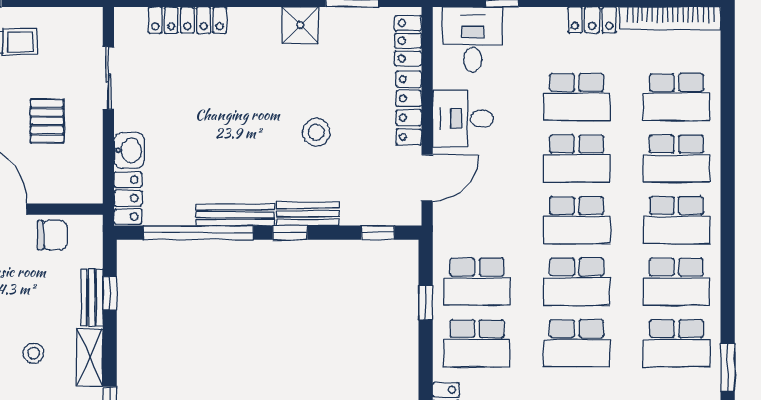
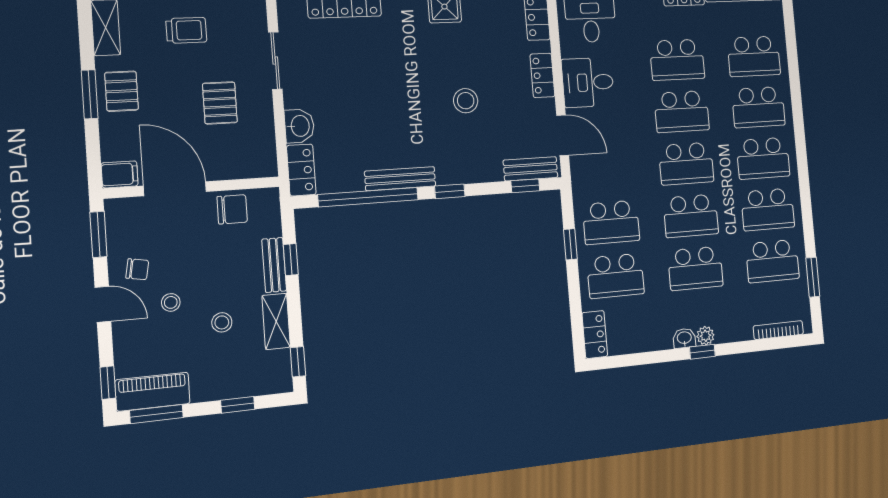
locker: (409, 108) -> (542, 75), width x0.66
door: (427, 178) -> (563, 135), hinge flipped
bench: (308, 214) -> (531, 169), moved

